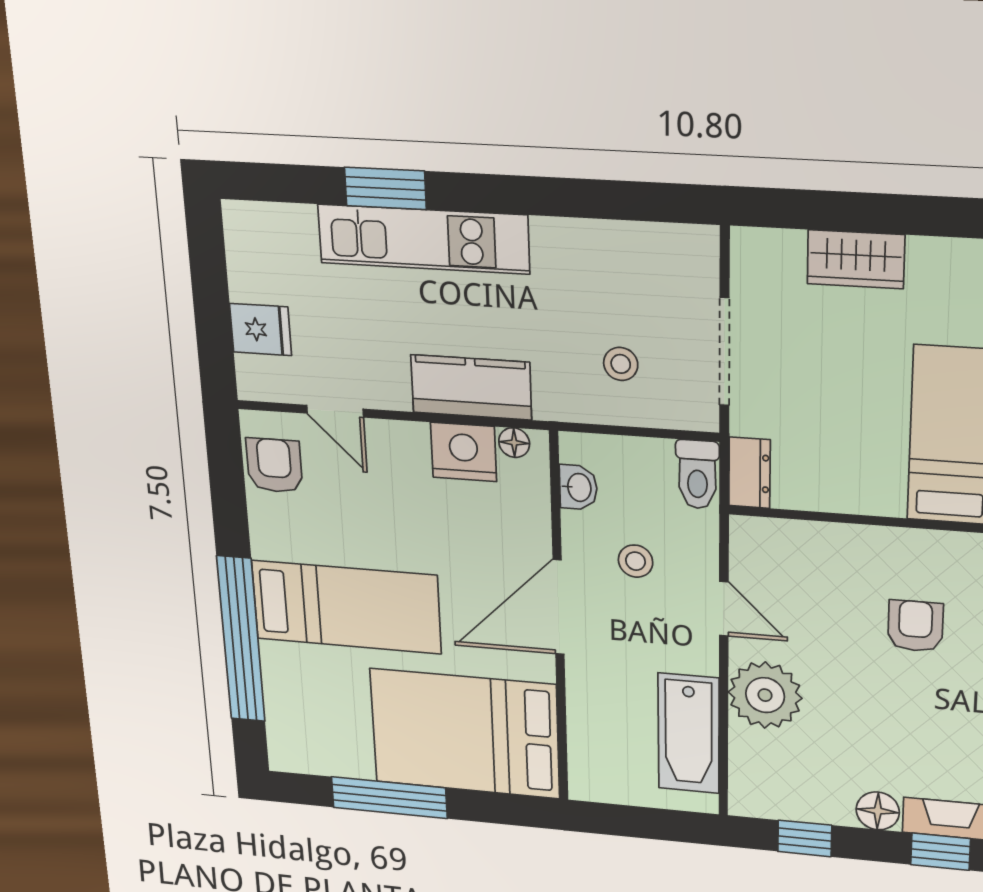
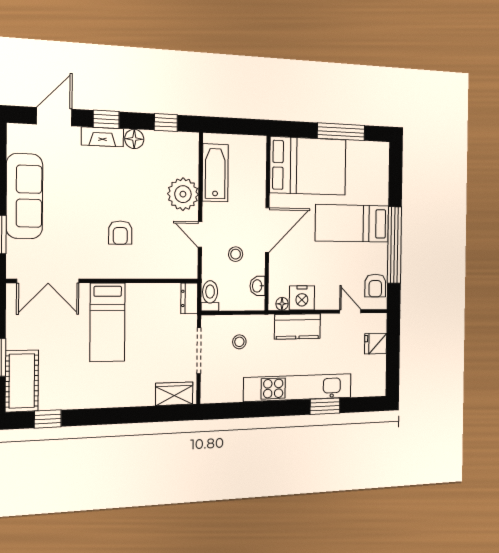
kitchen unit: (423, 239) -> (298, 388), width x1.36
wardrobe: (856, 259) -> (174, 394), moved
window: (241, 639) -> (394, 245), moved

